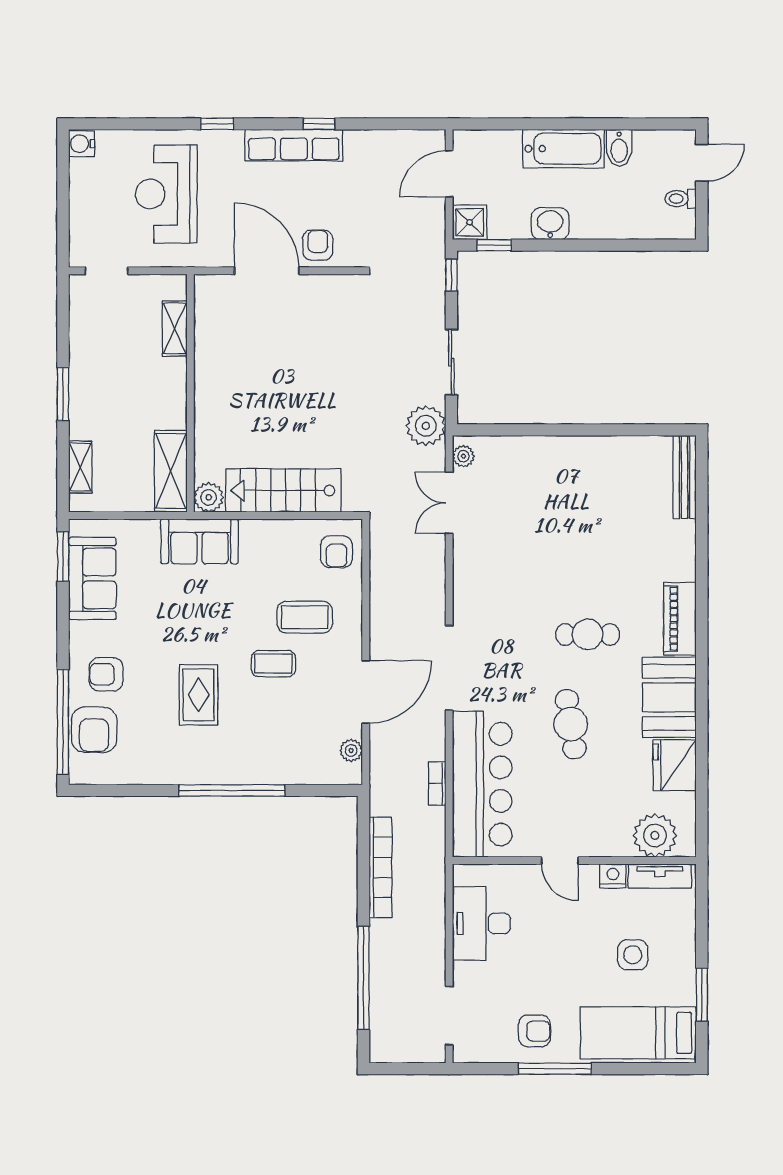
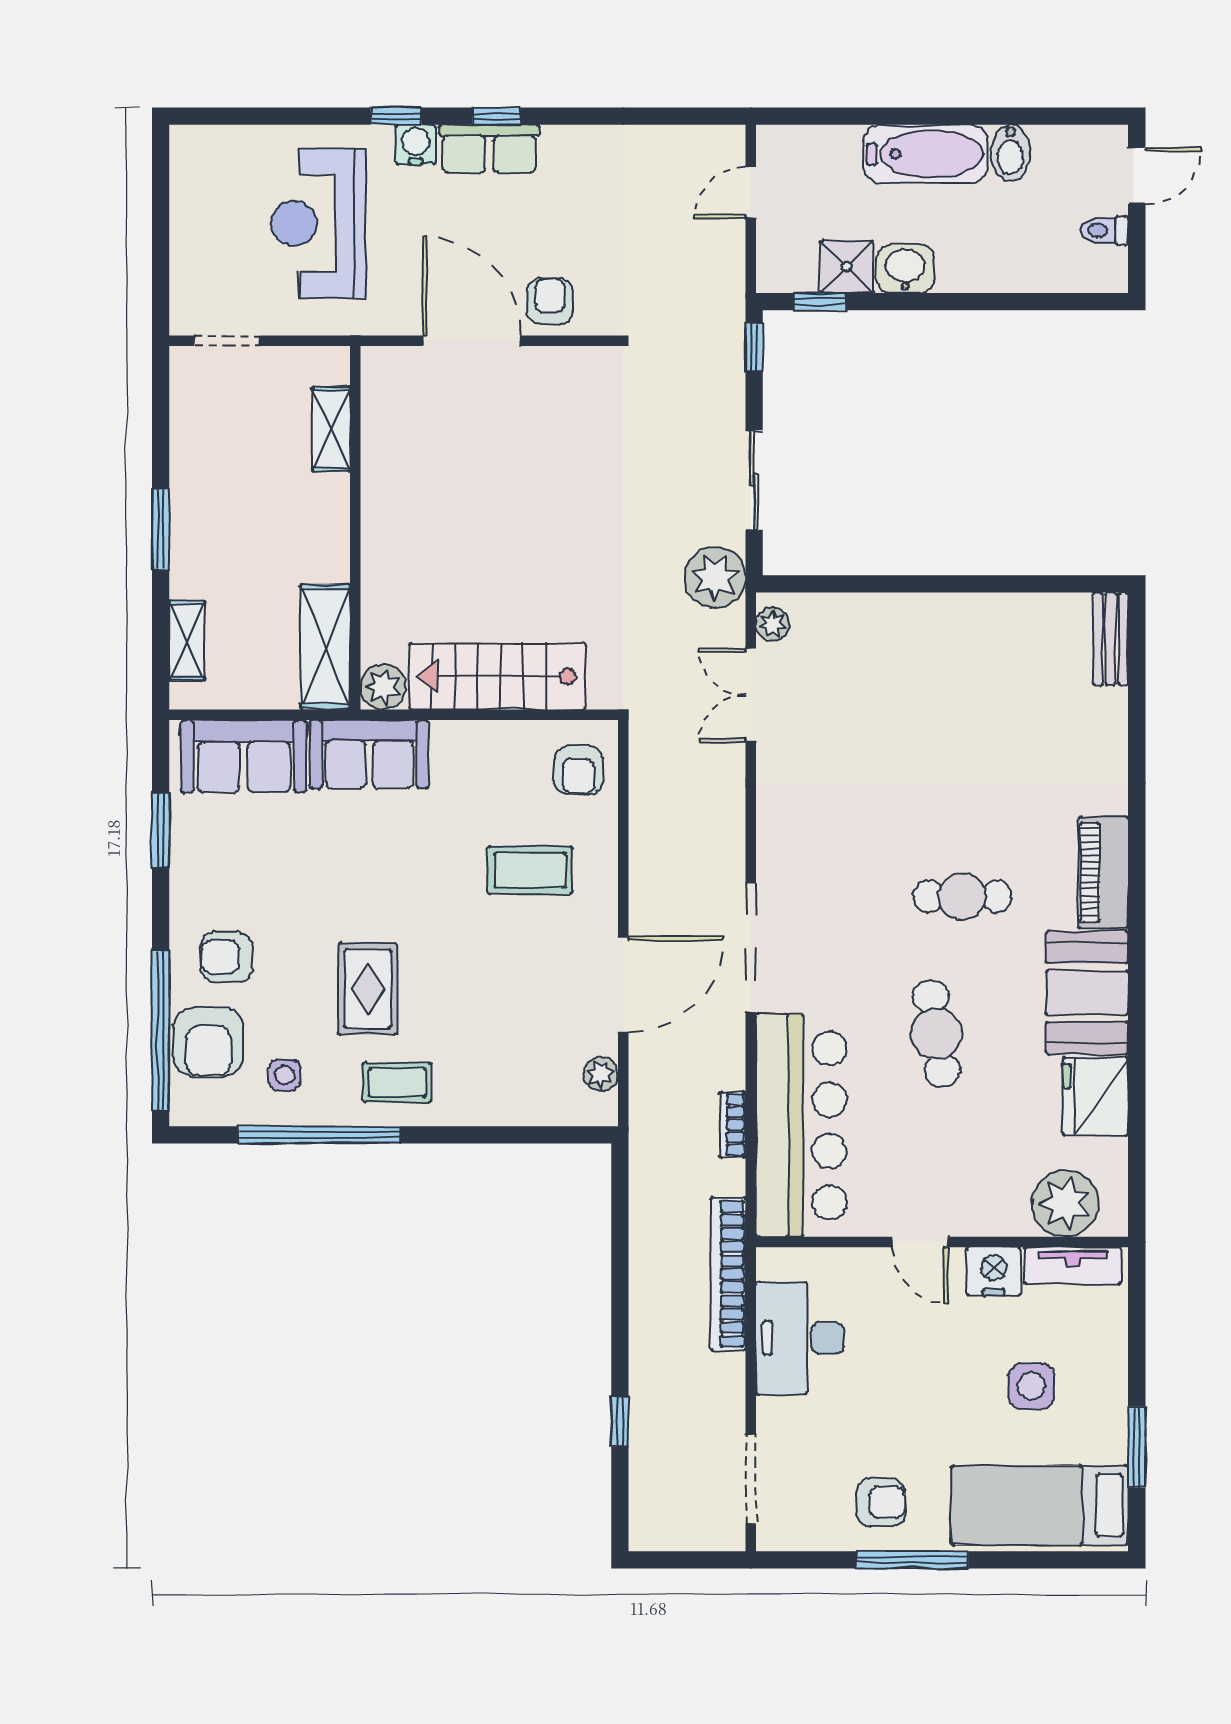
window: (319, 124) -> (496, 116), moved
water cooler: (82, 144) -> (416, 145), moved, turned 90
row of seats: (294, 145) -> (489, 149), width x0.68
door: (449, 174) -> (751, 193), width x0.73
shower: (470, 222) -> (847, 267), moved
bench: (685, 477) -> (1110, 639), width x0.73
window: (63, 557) -> (161, 830), moved
sofa: (92, 578) -> (244, 756), moved, turned 90
coffee table: (273, 664) -> (397, 1082), moved
side table: (144, 751) -> (285, 1075), added
window: (232, 790) -> (319, 1135), moved
bookcase: (380, 867) -> (728, 1274), moved, turned 180
nightstand: (613, 876) -> (994, 1271), width x1.36, depth x1.33
window: (363, 978) -> (620, 1422), width x0.32

